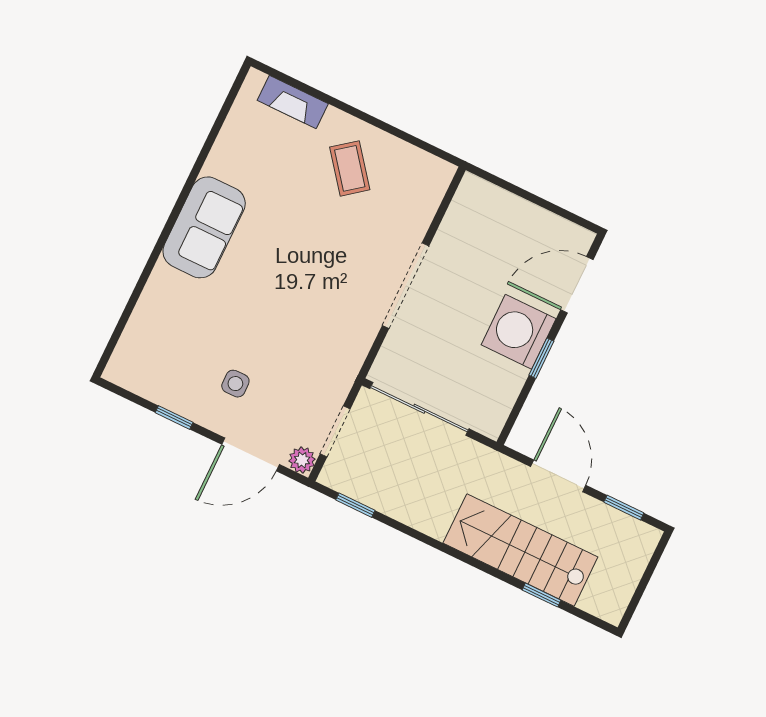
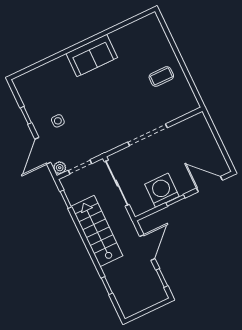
fireplace: (293, 102) -> (160, 36), removed
coffee table: (350, 168) -> (161, 76), turned 38
washing machine: (519, 332) -> (162, 190), moved
door: (251, 454) -> (43, 151), hinge flipped
stairs: (520, 550) -> (97, 231), moved

